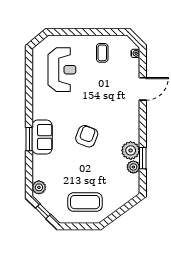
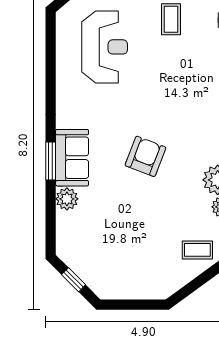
plant: (39, 187) -> (67, 199), moved
coffee table: (85, 202) -> (197, 250), moved, width x0.54, depth x0.58

